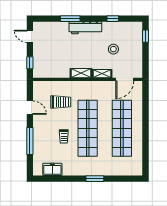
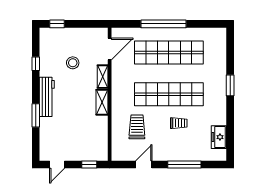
door: (125, 79) -> (110, 49), hinge flipped
window: (145, 124) -> (164, 24), added

